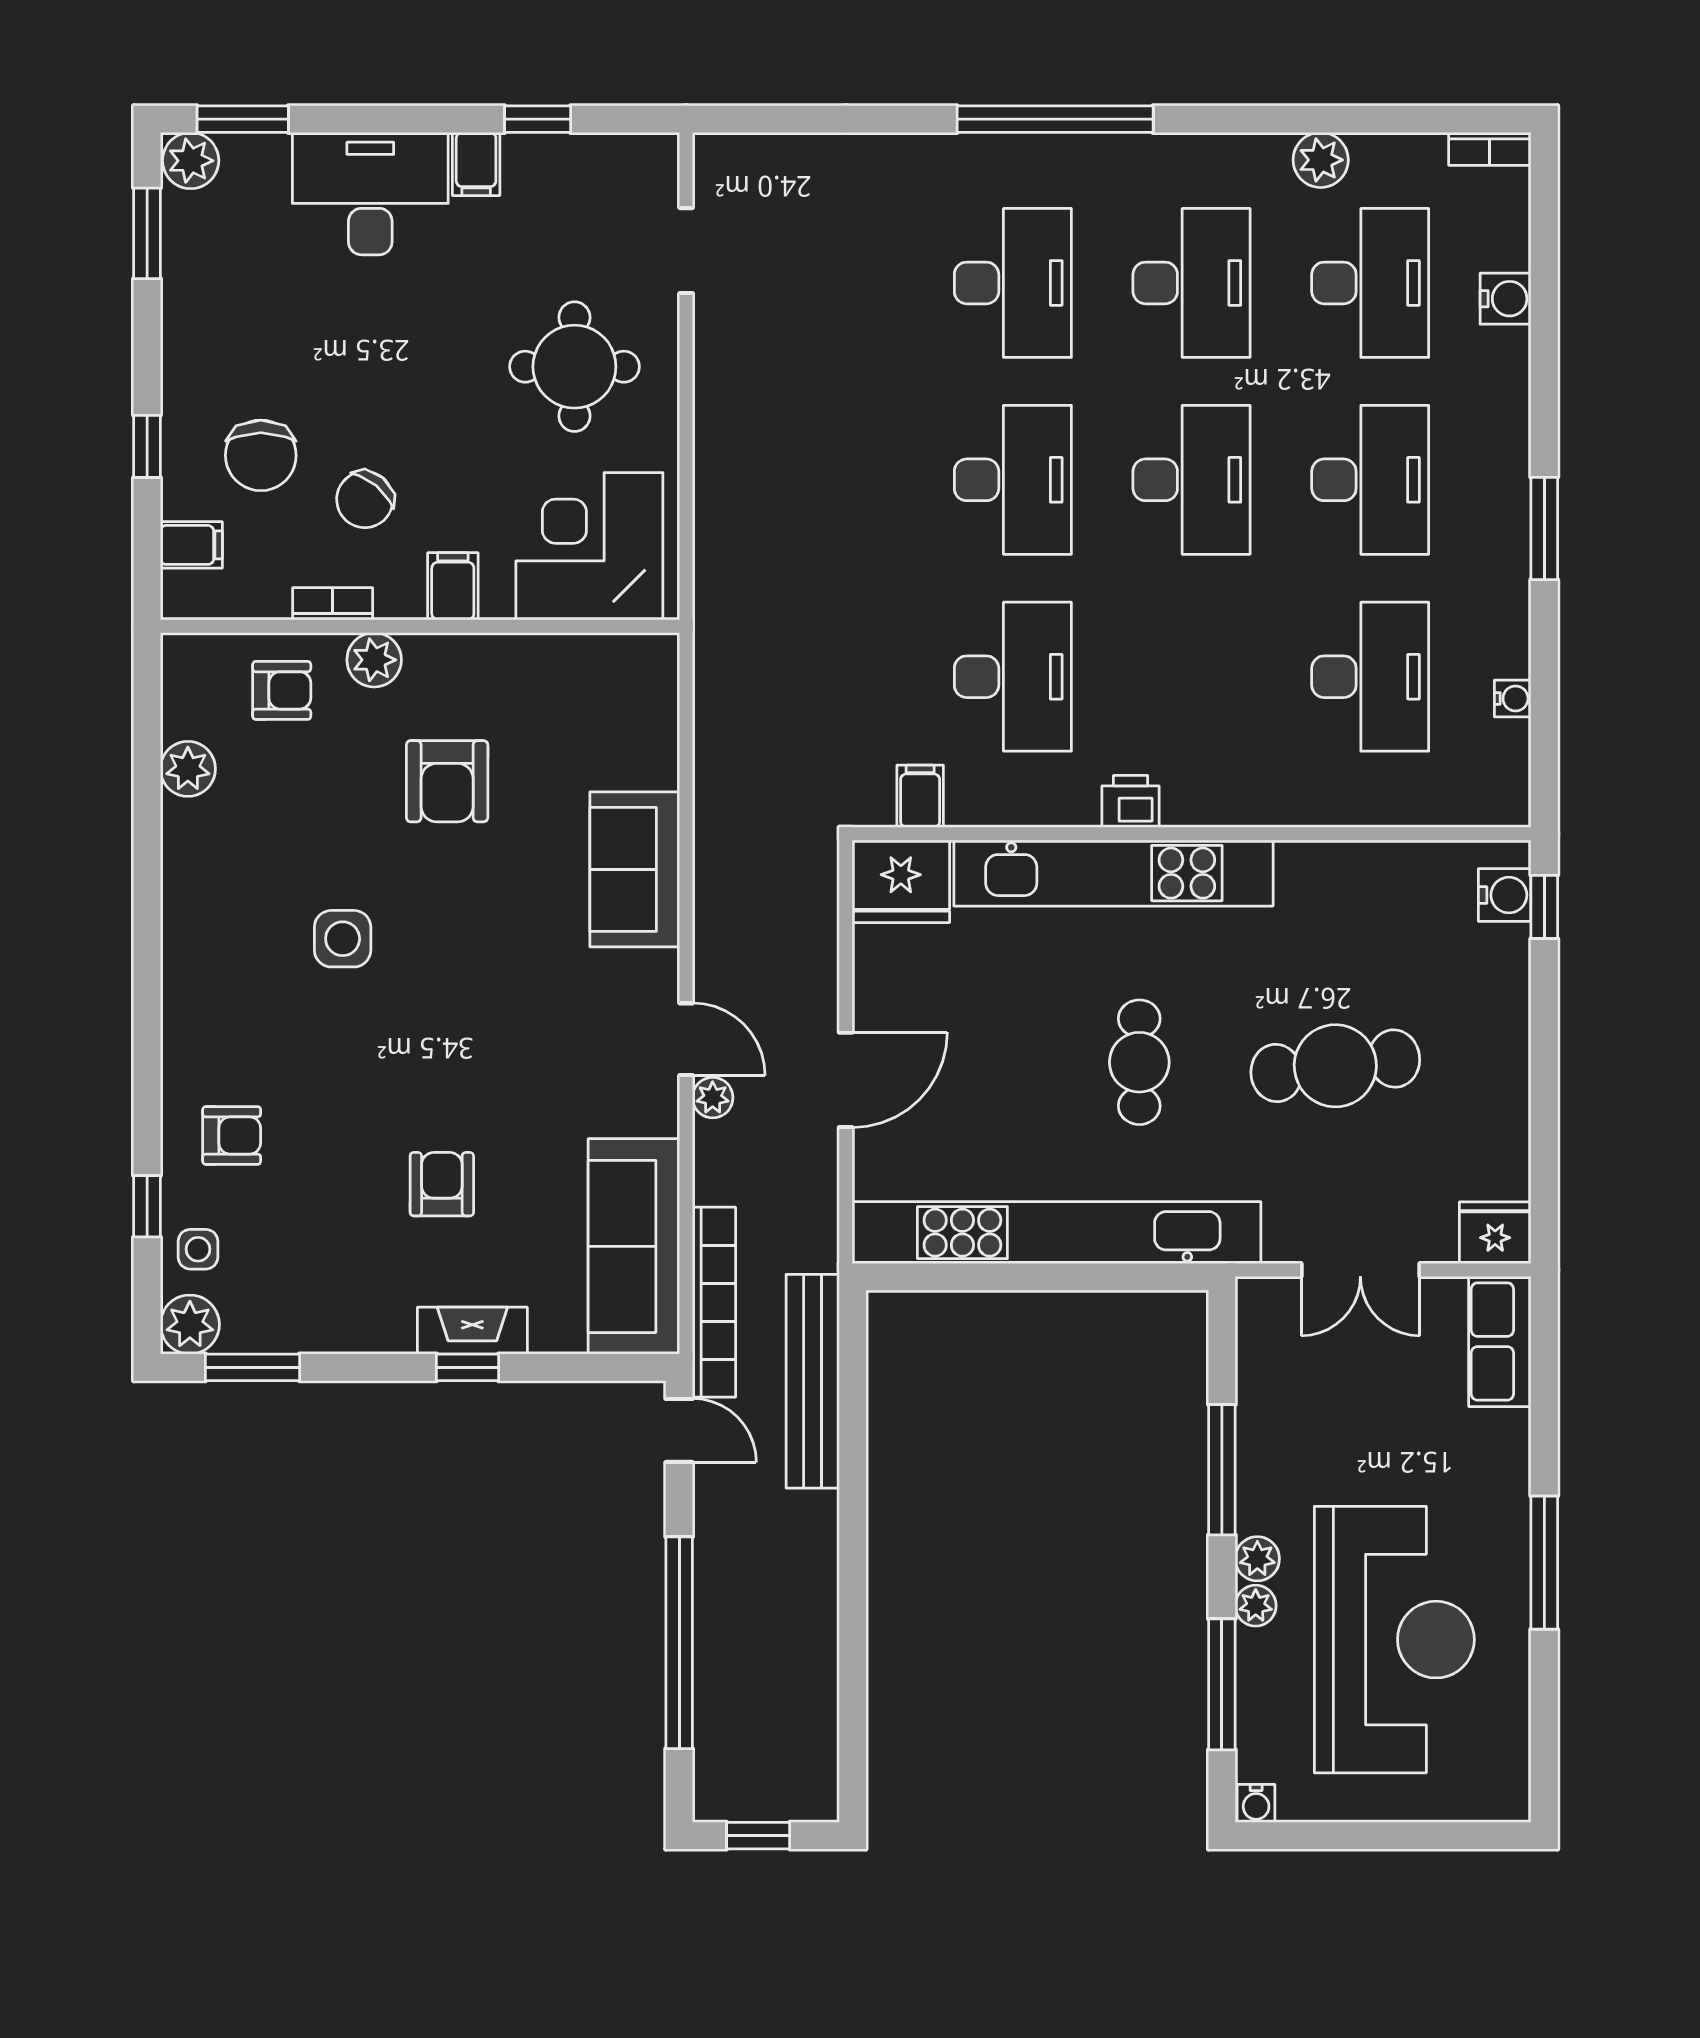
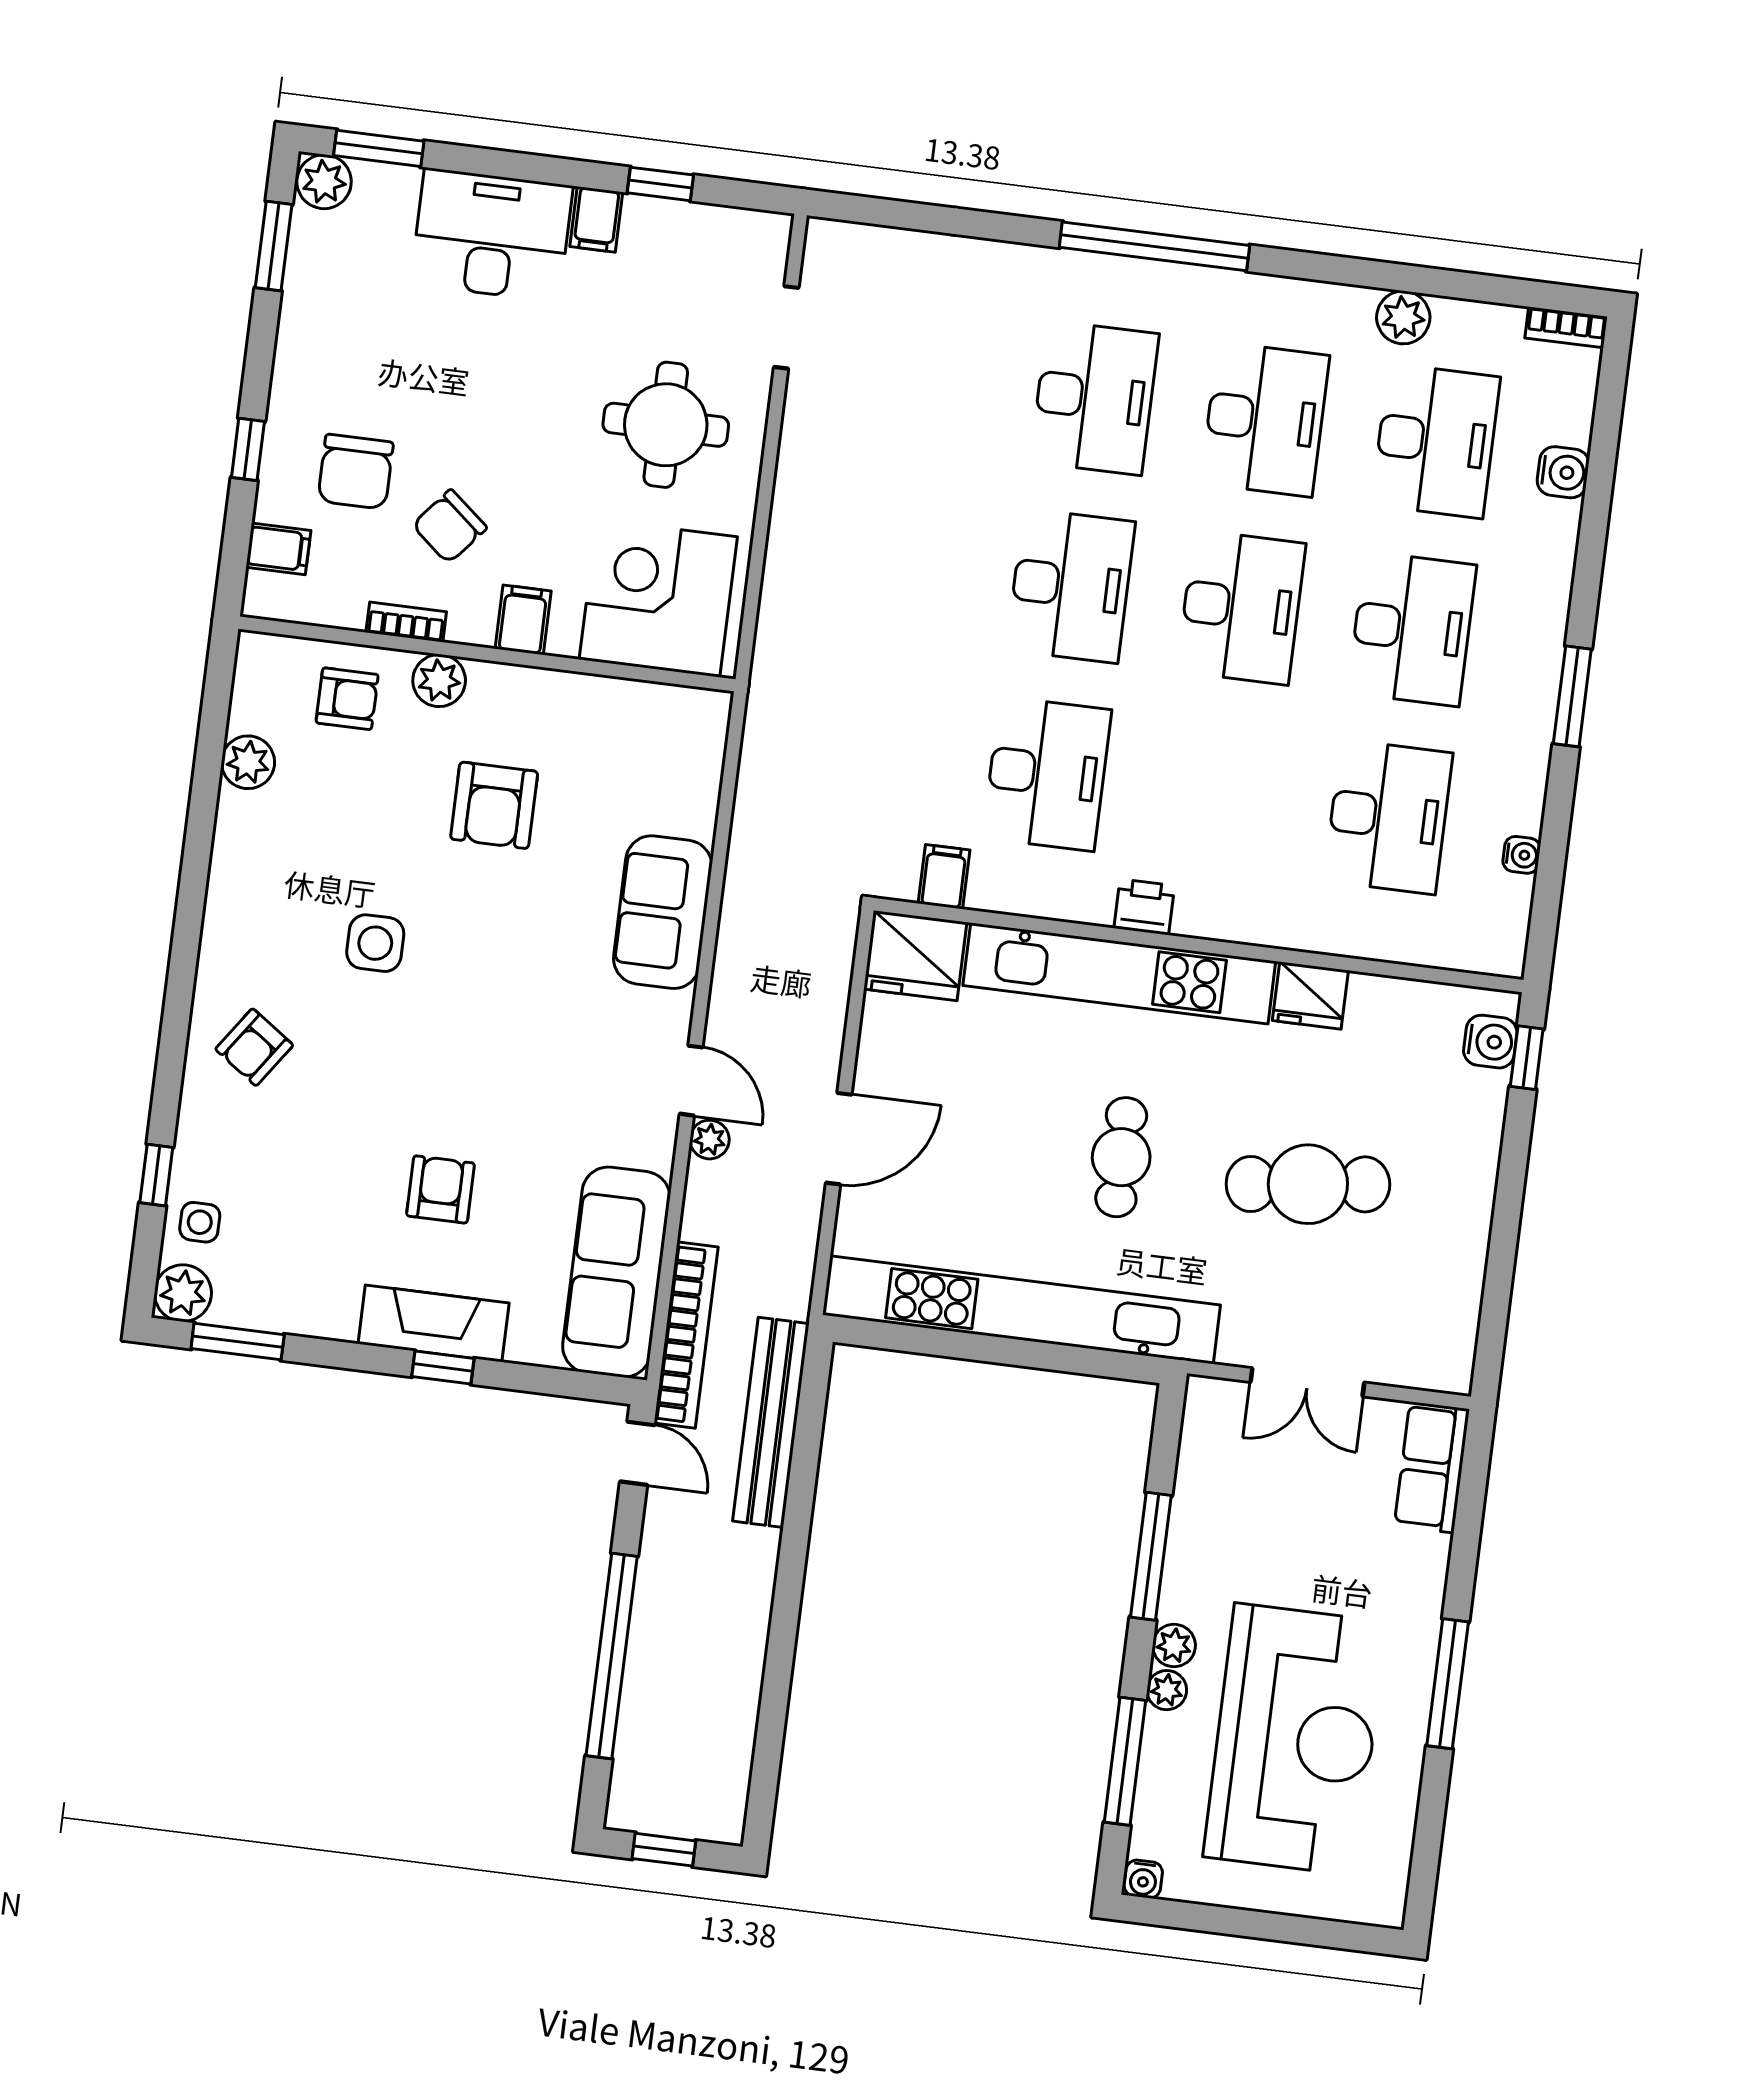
armchair: (232, 1136) -> (254, 1047), moved, turned 125
fridge: (1495, 1233) -> (1310, 995), moved, turned 180
fireplace: (472, 1331) -> (434, 1323), width x1.37, depth x1.32

